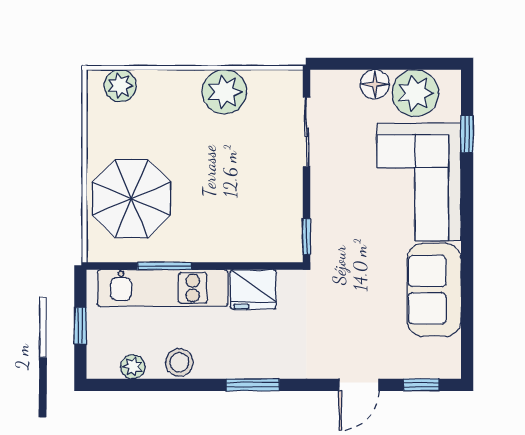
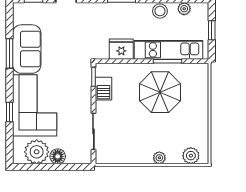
plant: (225, 92) -> (159, 158), moved, width x0.53, depth x0.53
window: (467, 134) -> (10, 112), moved
parasol: (131, 199) -> (160, 92), moved
barbecue: (287, 214) -> (103, 89), added
window: (467, 281) -> (10, 53), added

